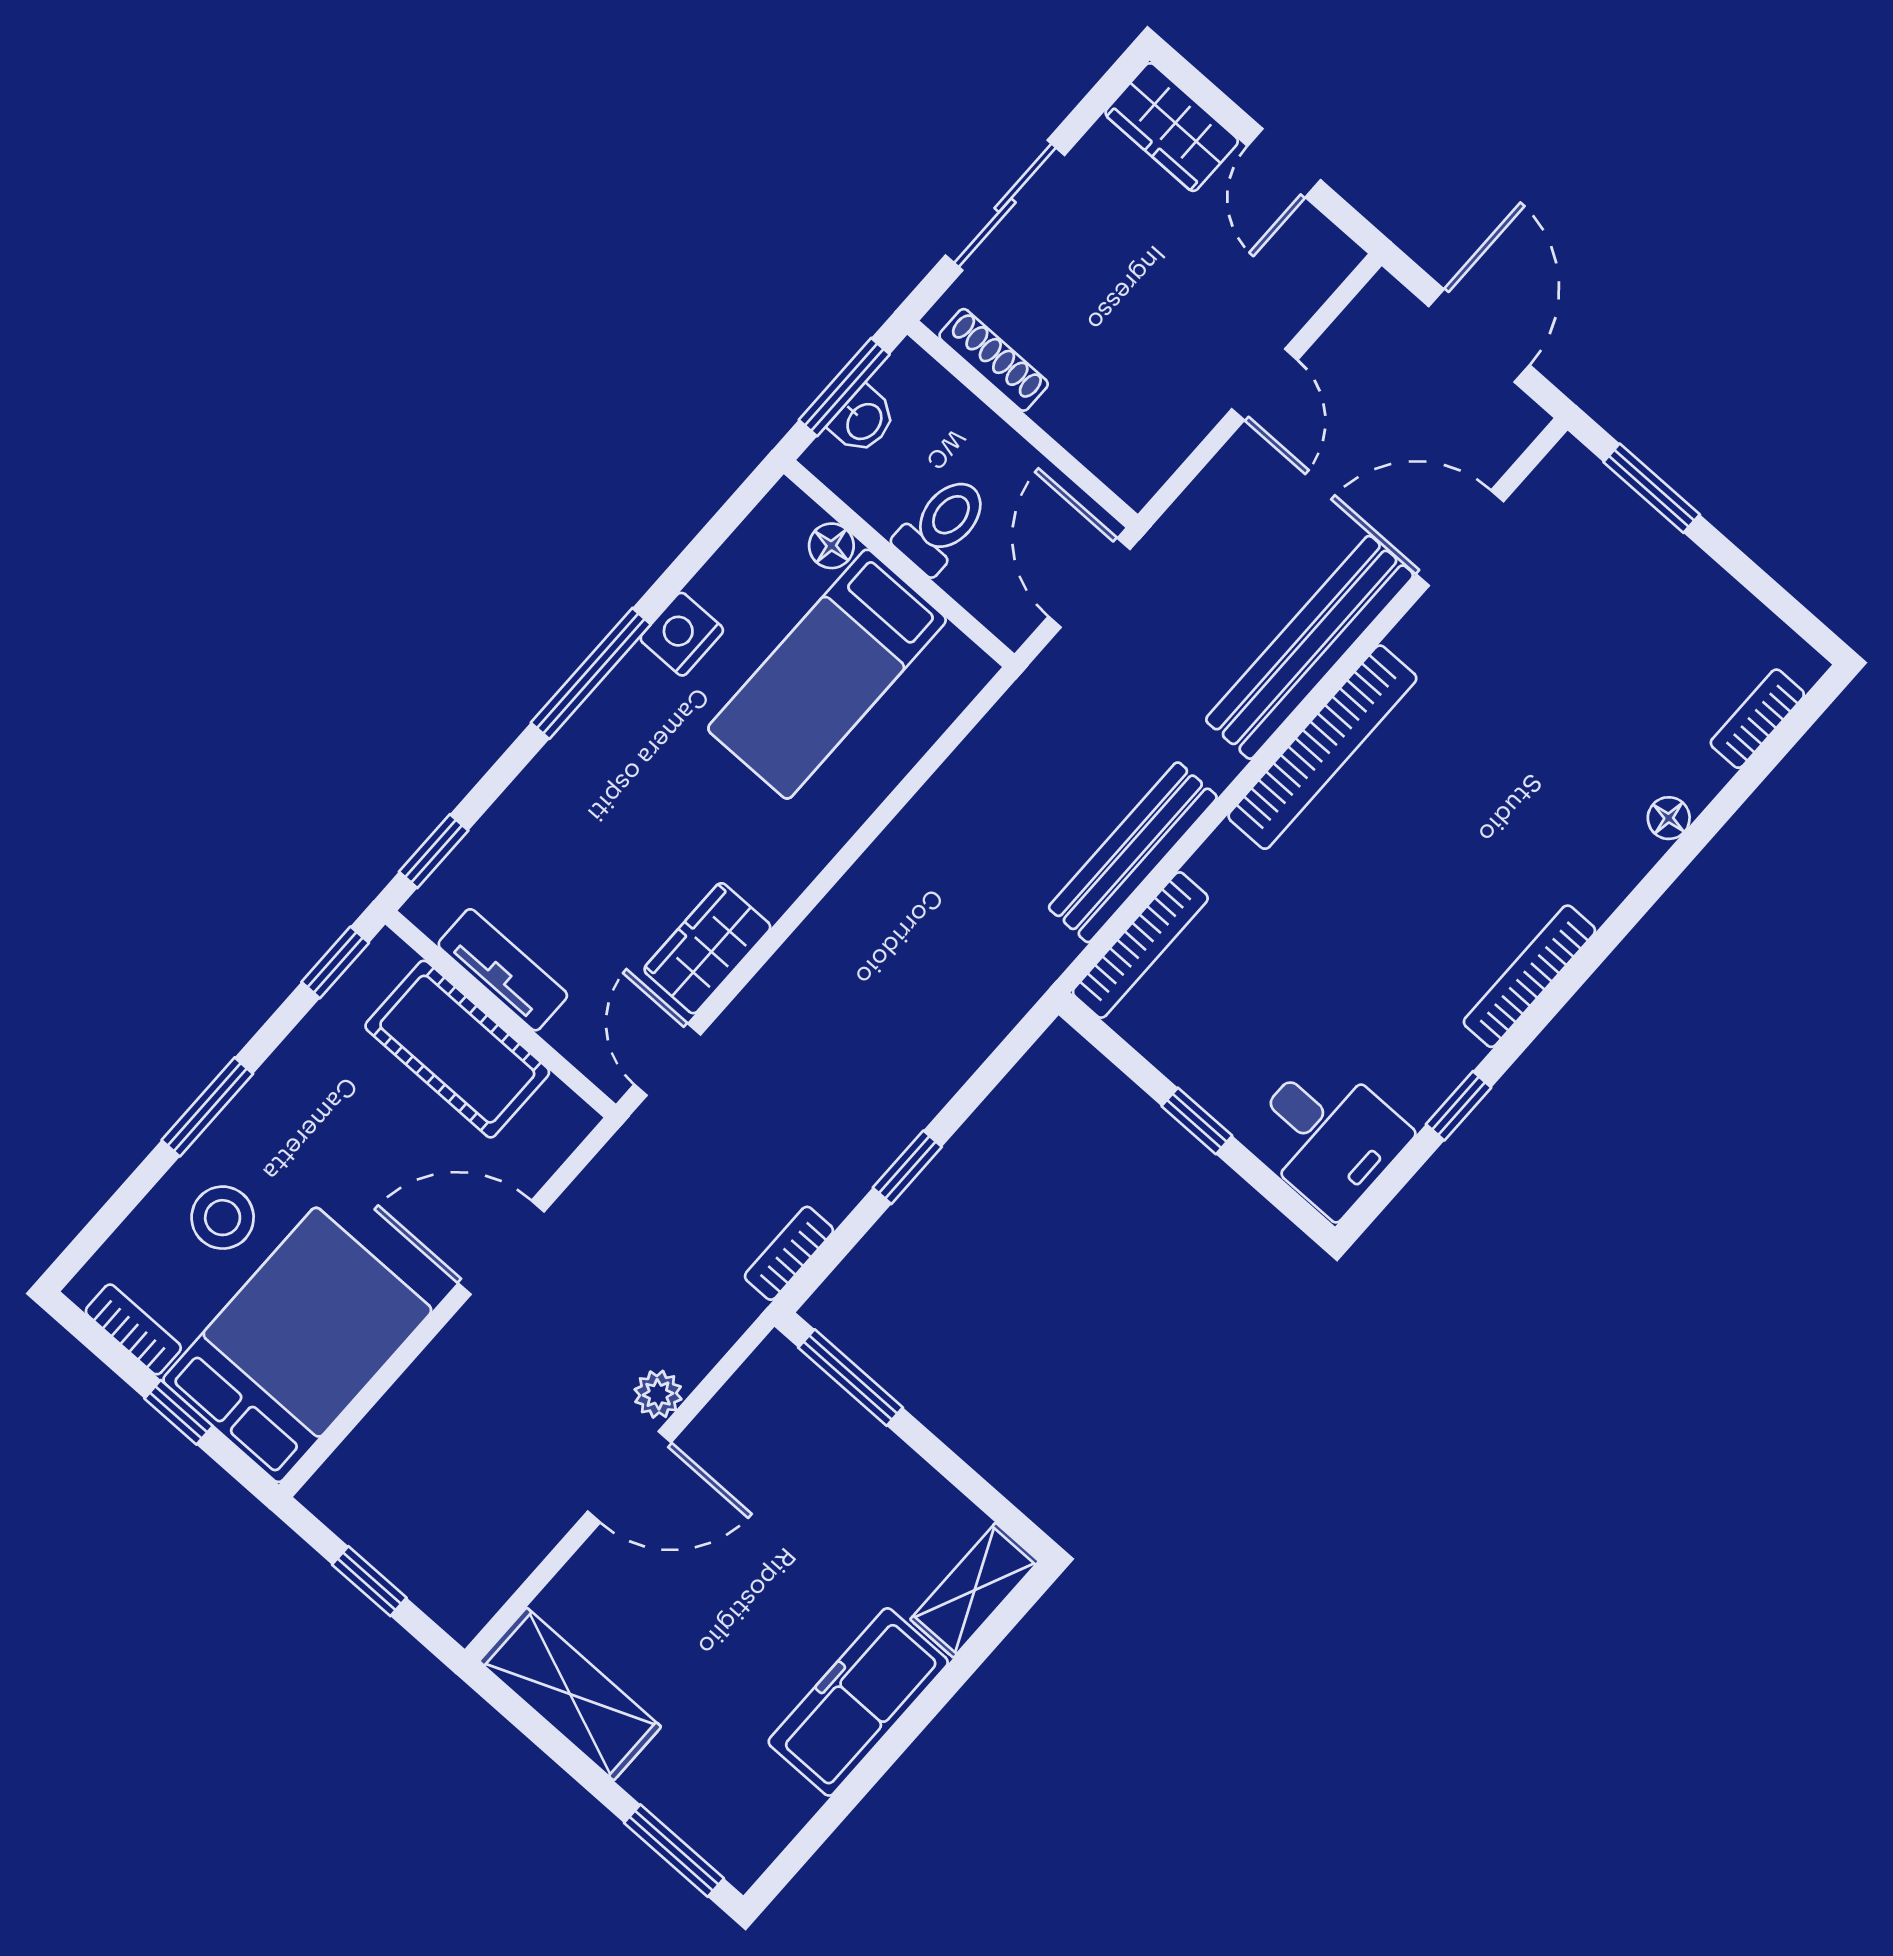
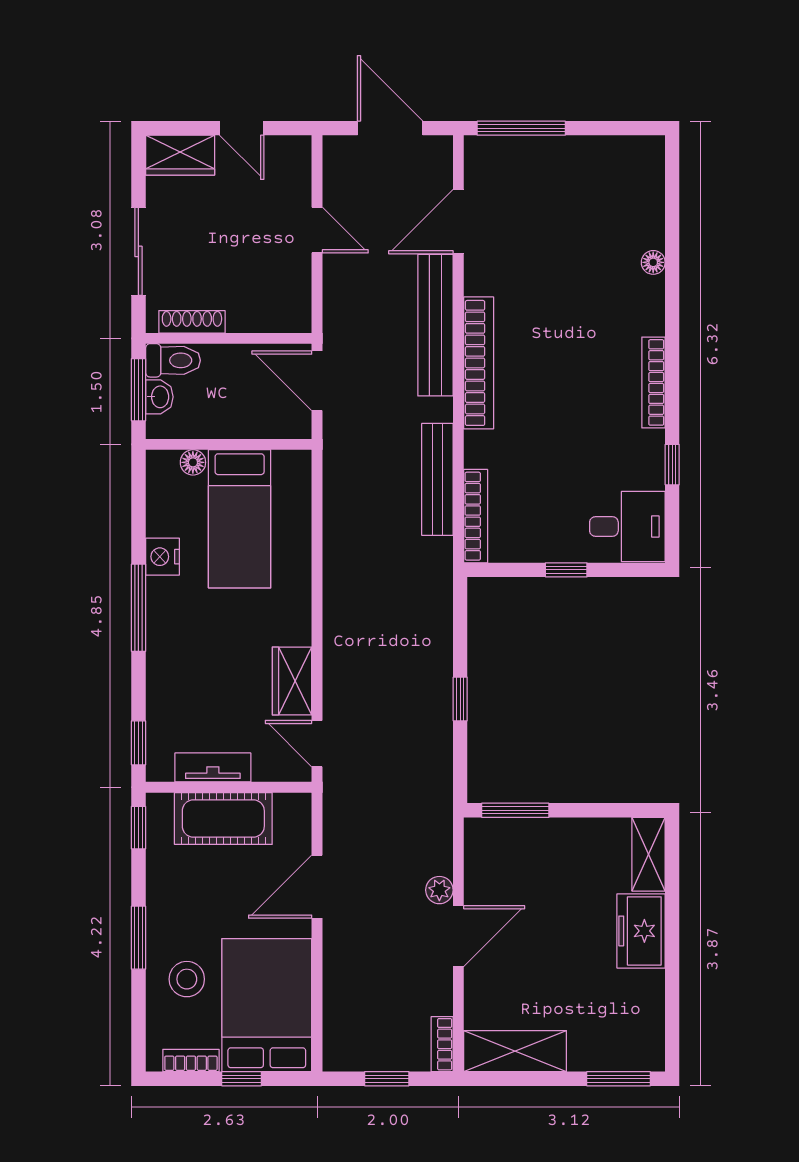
window: (1652, 488) -> (521, 128), width x1.44
toilet: (942, 525) -> (173, 360), moved, turned 90
bookcase: (1757, 719) -> (653, 187), removed
bookcase: (789, 1253) -> (442, 1044), moved
freezer: (858, 1702) -> (641, 931), width x0.71

